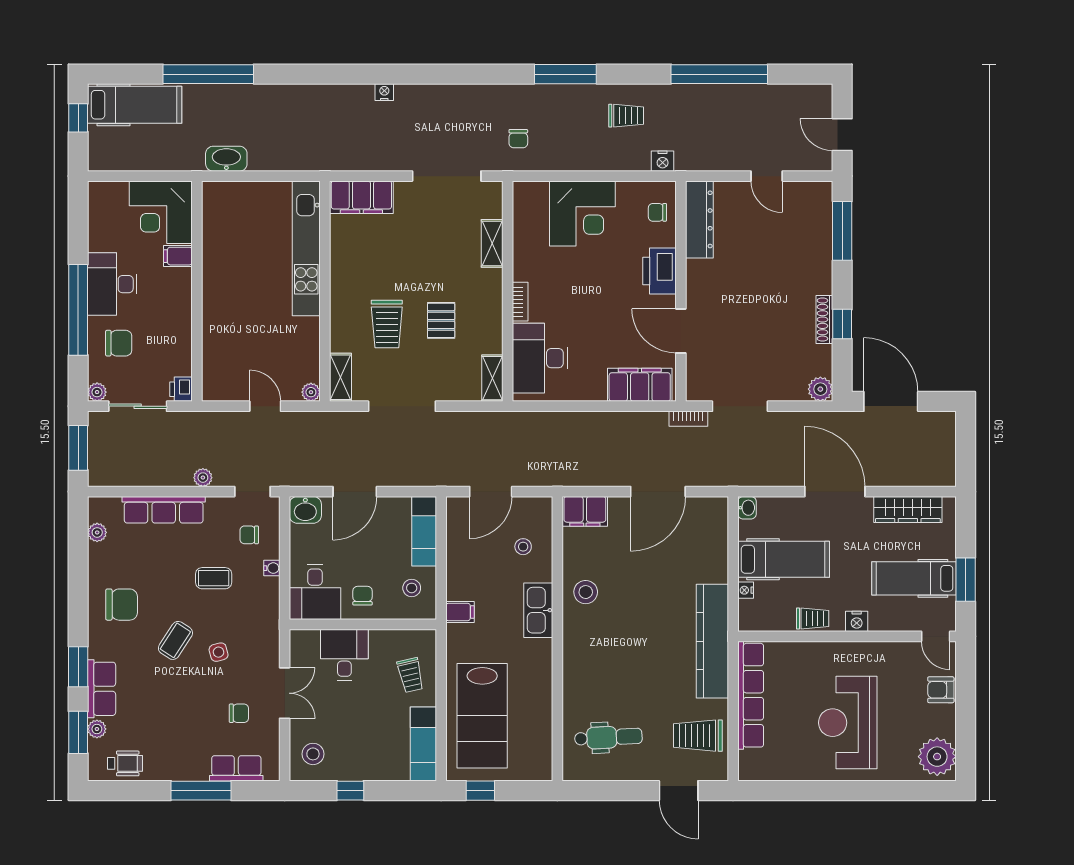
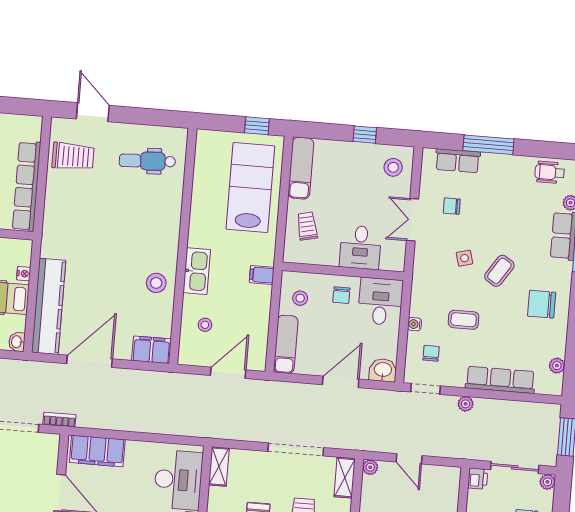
chair: (249, 535) -> (431, 353), turned -90
kitchen counter: (712, 641) -> (49, 306), moved

